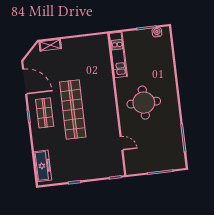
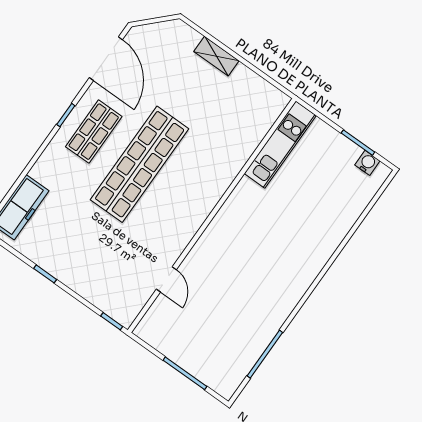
shelving: (50, 45) -> (216, 56), moved
round table: (144, 103) -> (254, 249), removed

